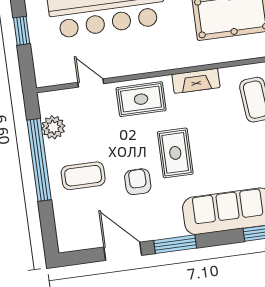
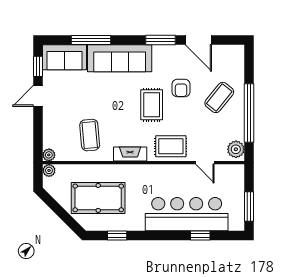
window: (22, 31) -> (249, 206), width x1.50
plant: (53, 127) -> (236, 149), moved
coffee table: (83, 176) -> (219, 97), turned -51

